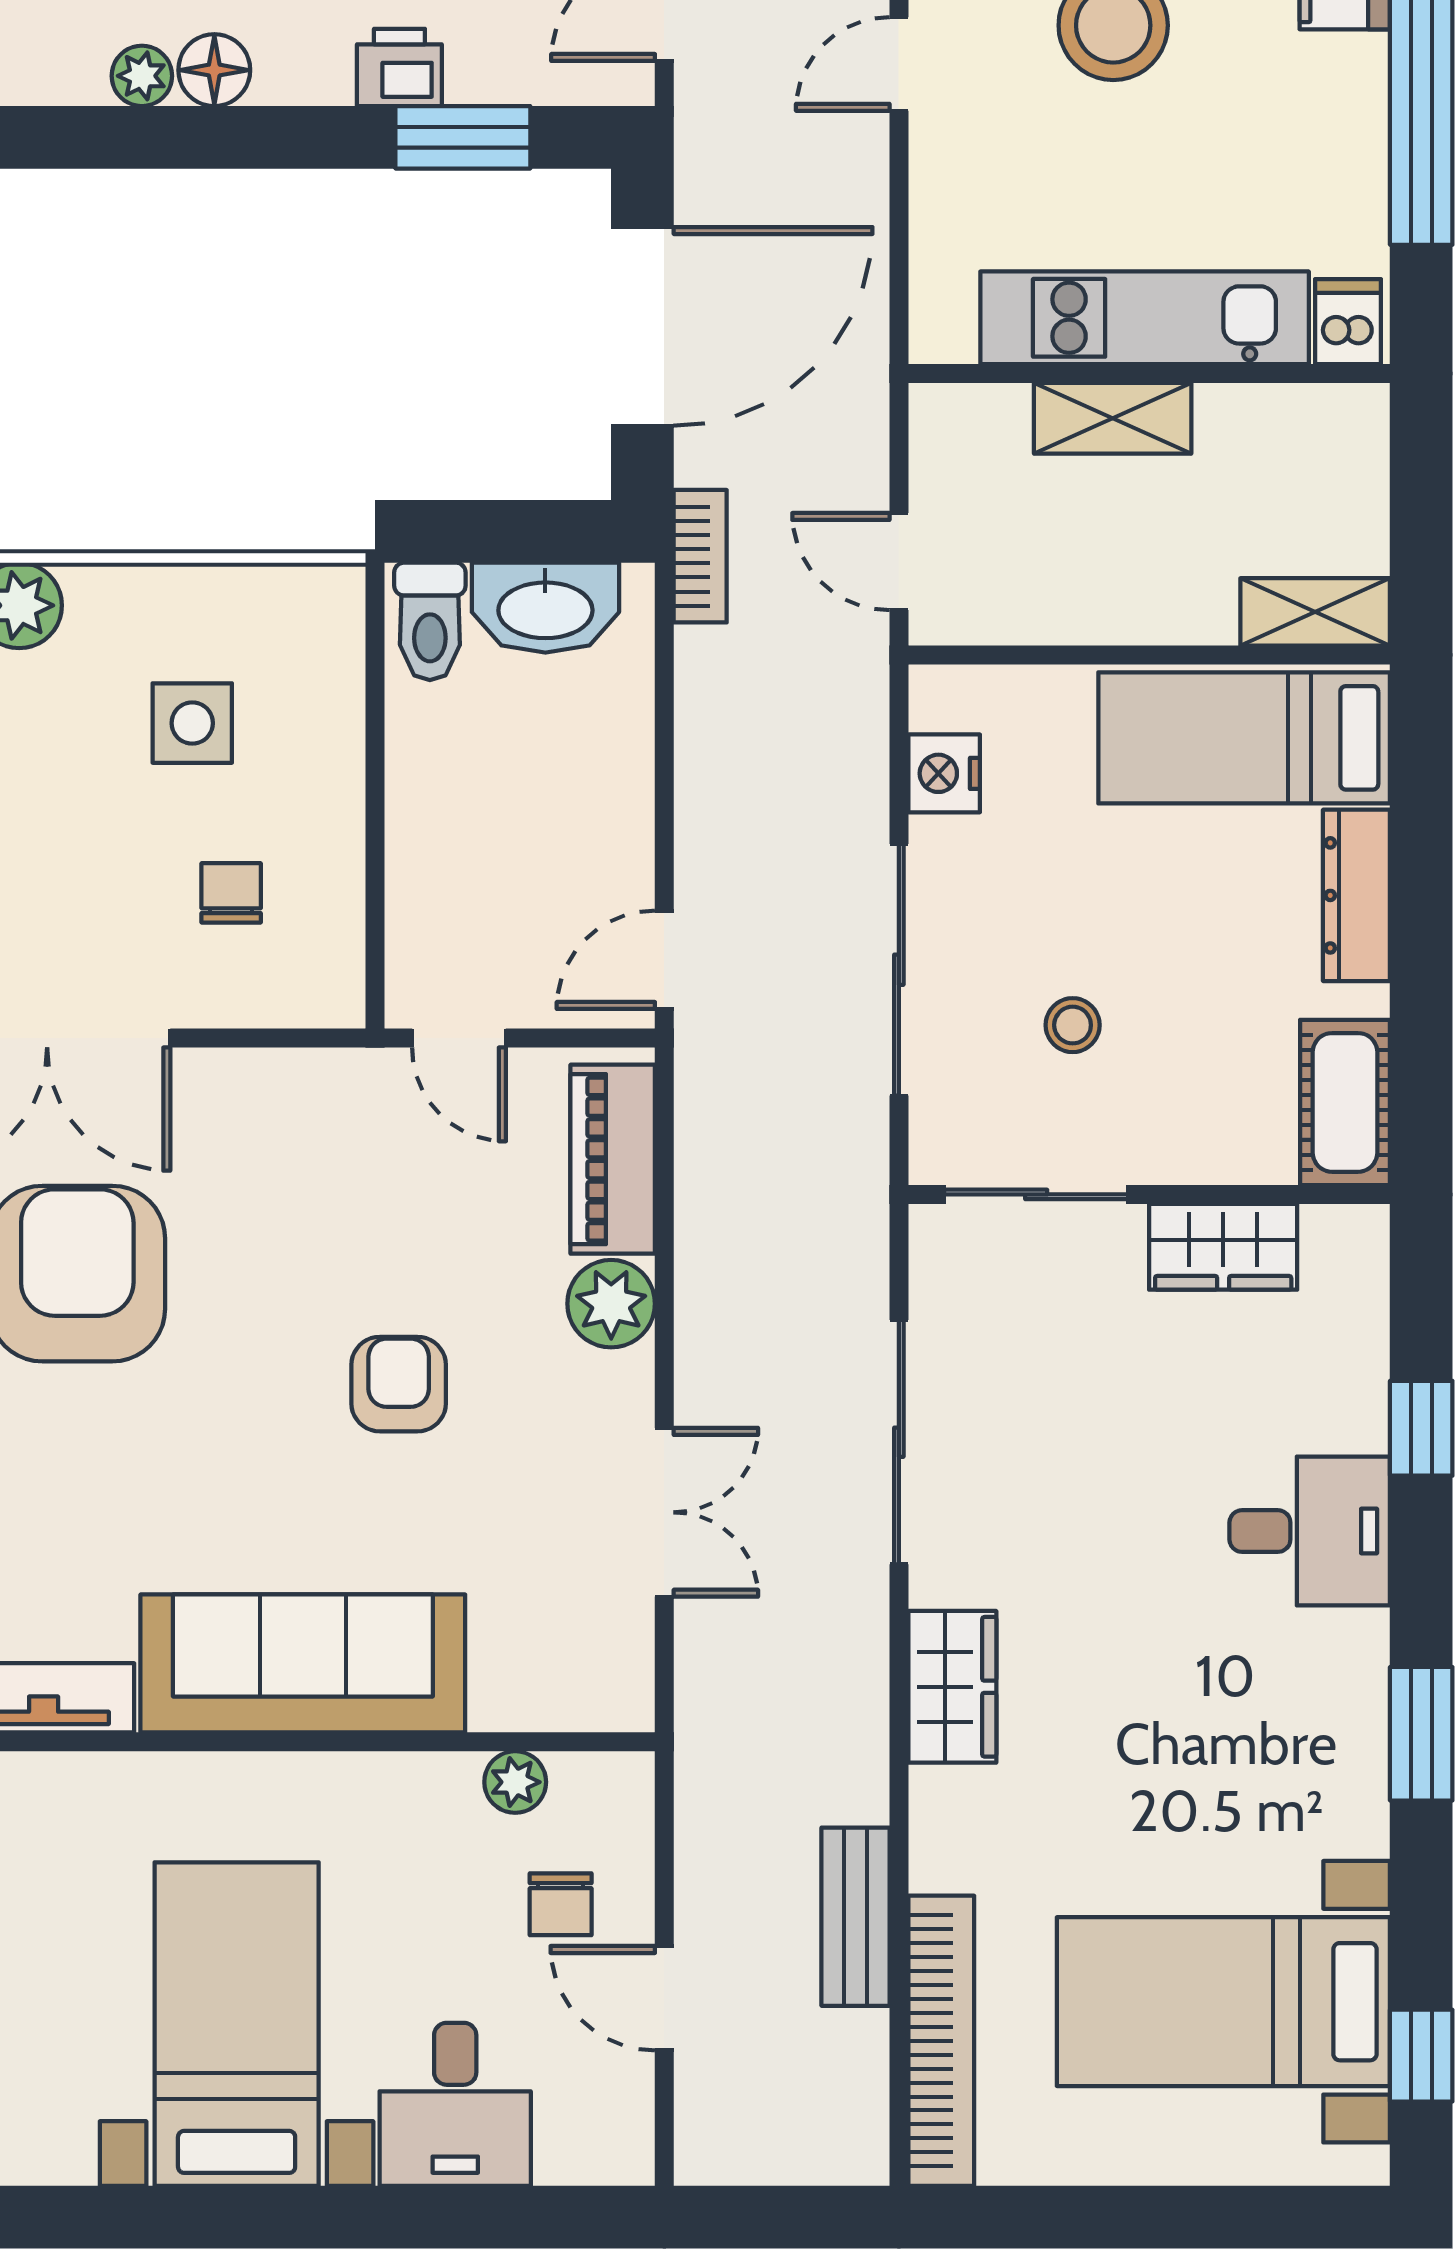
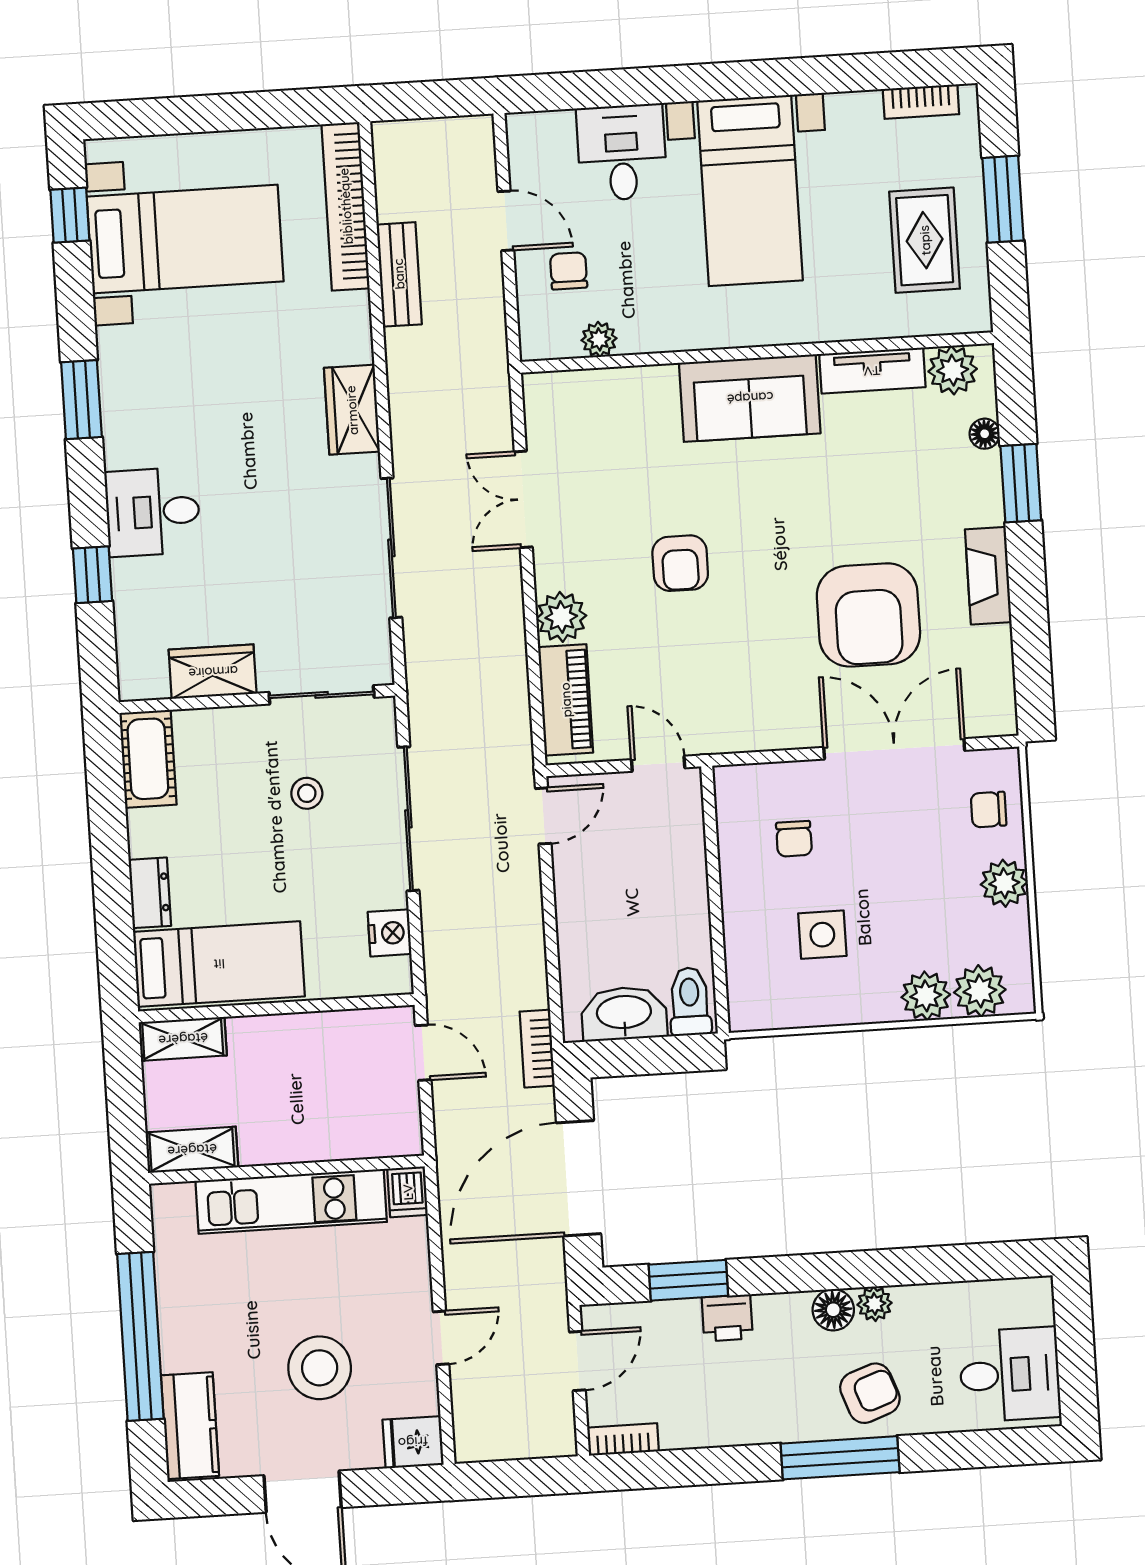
dishwasher: (1348, 322) -> (408, 1192), moved
shelving: (1113, 418) -> (192, 1150), moved
dresser: (1356, 895) -> (150, 893), width x0.70
sofa: (303, 1663) -> (750, 398), width x0.73

